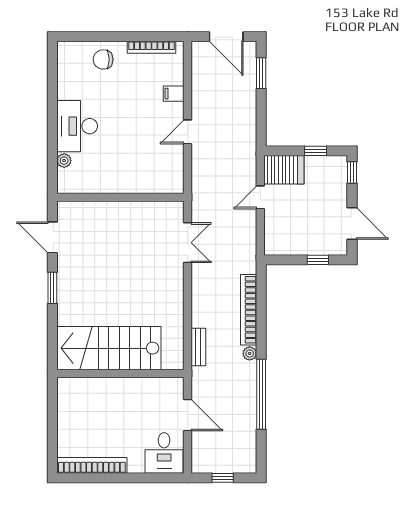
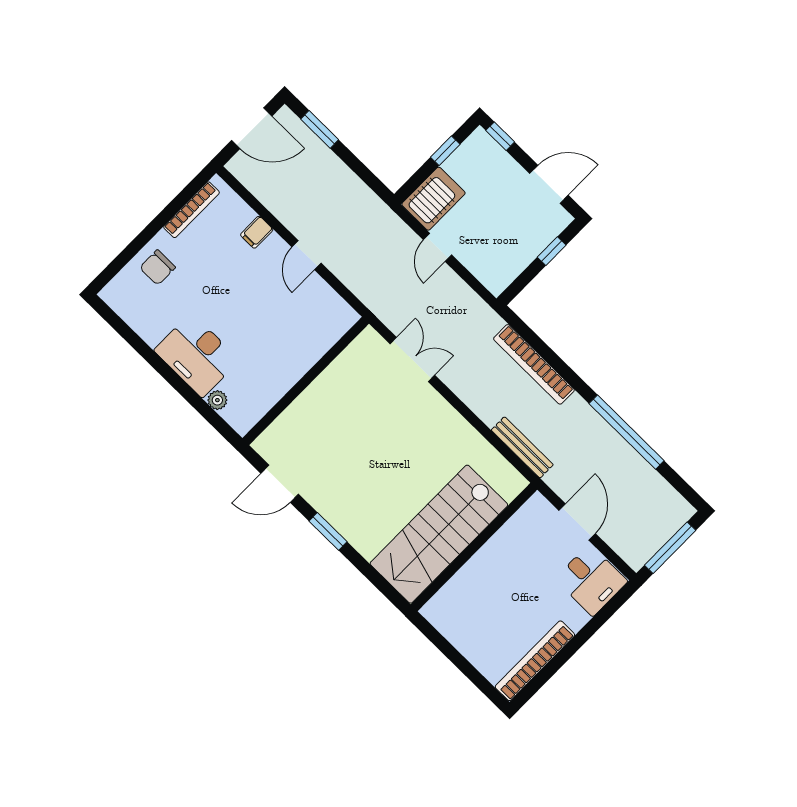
bench: (198, 347) -> (522, 447), width x1.36
plant: (250, 353) -> (577, 405), removed
door: (188, 415) -> (577, 522), hinge flipped
window: (223, 478) -> (670, 548), width x2.17

